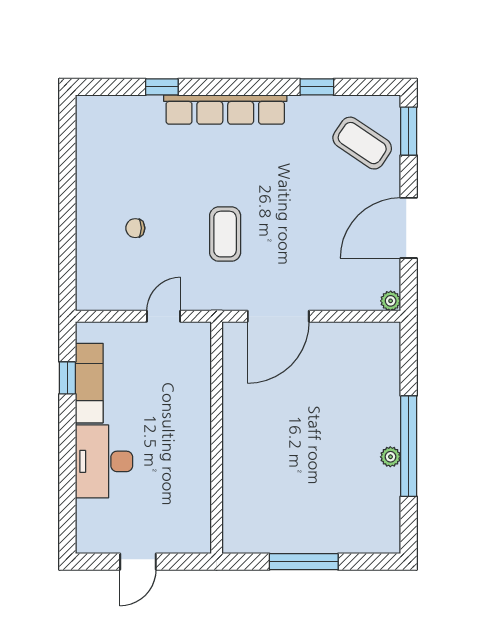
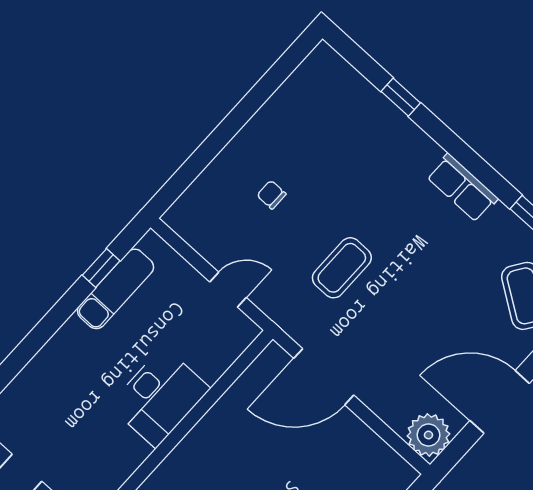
row of seats: (225, 110) -> (462, 188), width x0.50
plant: (391, 301) -> (428, 435), width x1.88, depth x1.88
desk: (104, 461) -> (160, 397), moved, turned 180

